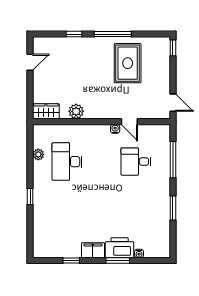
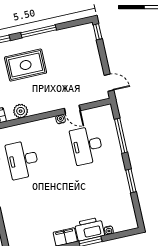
rug: (128, 63) -> (26, 65), moved, turned 90
desk: (136, 162) -> (87, 145), width x1.37

